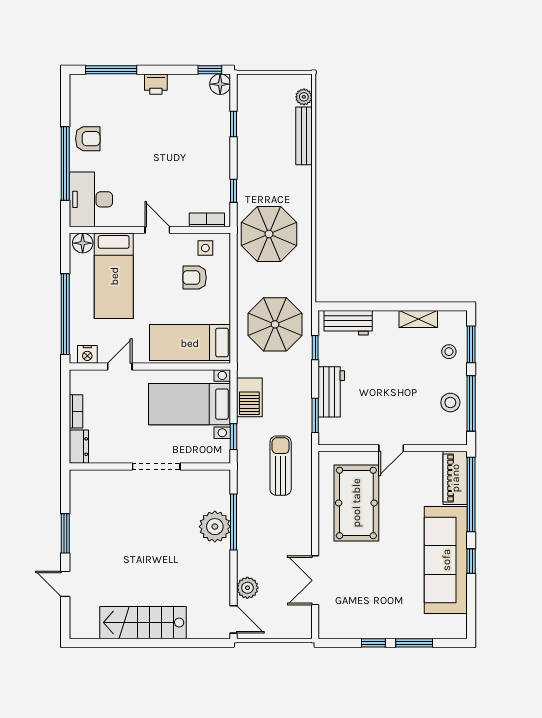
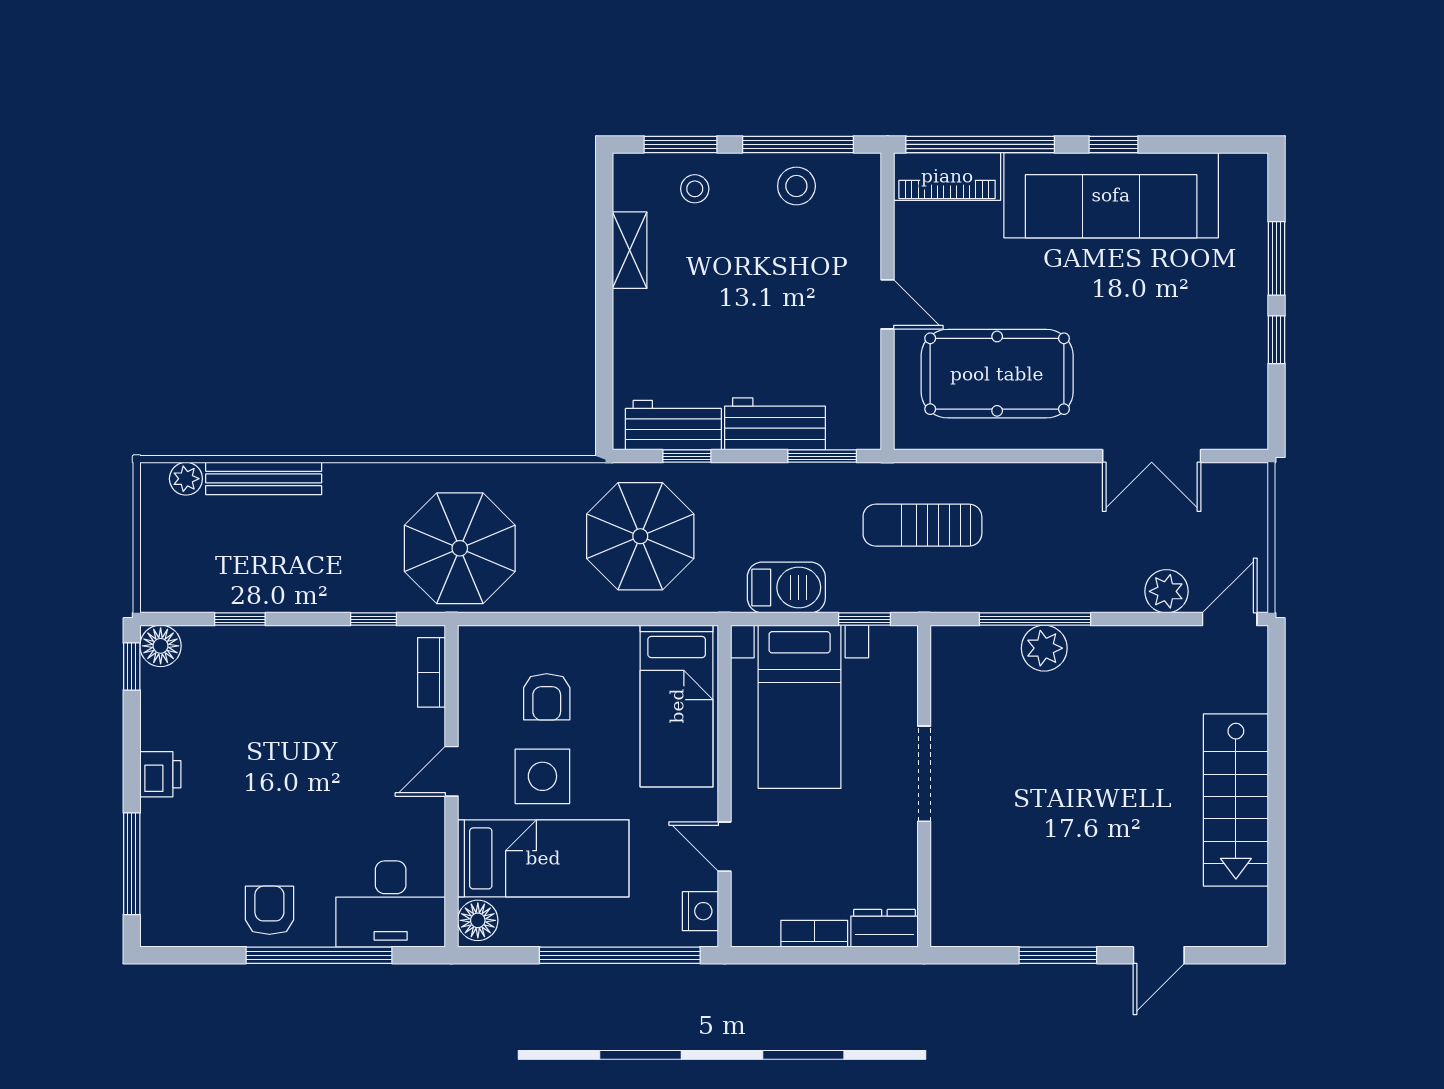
side table: (205, 248) -> (542, 776), moved, width x1.87, depth x1.87
workbench: (348, 323) -> (673, 425), moved, turned -90
plant: (215, 527) -> (1044, 648), width x0.73, depth x0.73

